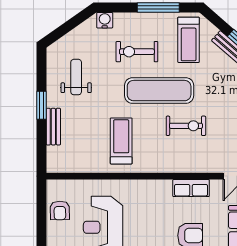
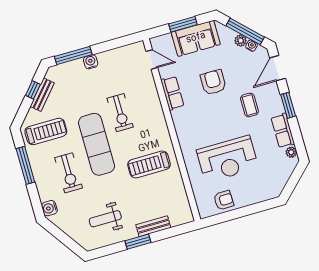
exercise bike: (186, 126) -> (120, 113), turned 180

